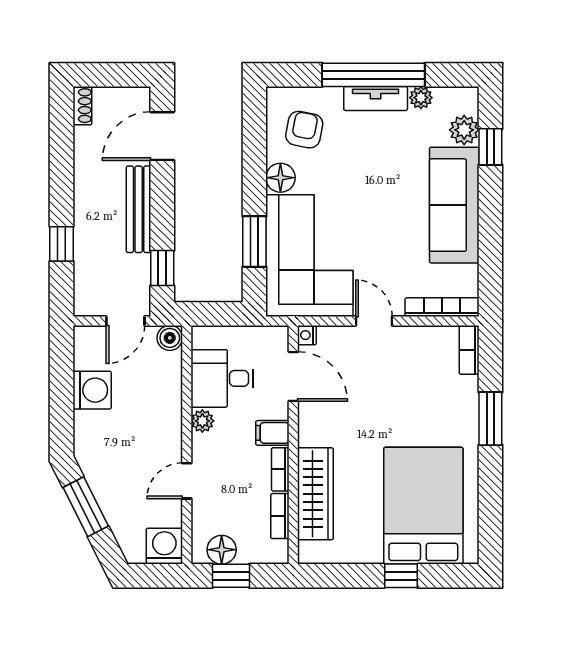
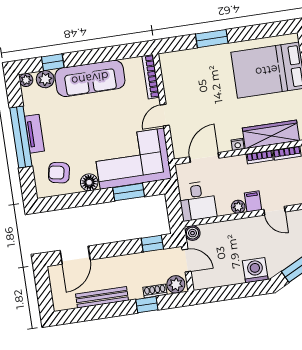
plant: (421, 98) -> (26, 80), moved
shoe rack: (82, 106) -> (155, 291), moved
door: (162, 136) -> (75, 255), hinge flipped
bench: (139, 209) -> (102, 297), moved
plant: (88, 297) -> (176, 284), added
nightstand: (307, 335) -> (238, 144), moved
bookcase: (469, 350) -> (173, 57), removed
desk: (222, 378) -> (197, 201), moved
washing machine: (92, 390) -> (255, 270), moved
filing cabinet: (272, 433) -> (253, 201), moved, turned 180

